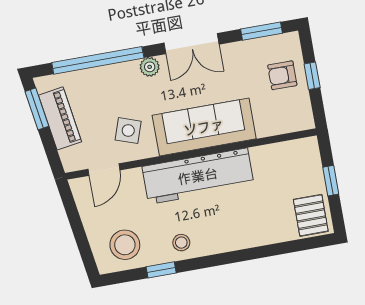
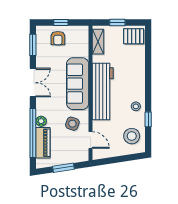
plant: (150, 67) -> (41, 121), moved
window: (37, 109) -> (63, 168), moved
piano: (60, 118) -> (43, 143), moved, turned 99
shelving: (289, 151) -> (98, 42), added

